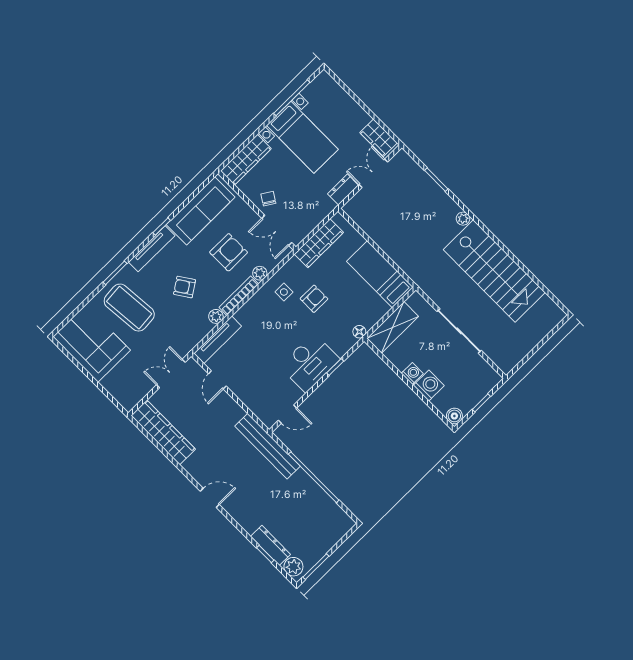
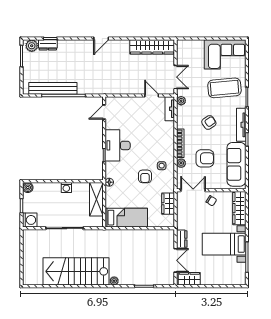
wardrobe: (319, 243) -> (168, 204), width x0.67
armchair: (229, 252) -> (205, 158), turned -90
plant: (216, 316) -> (181, 101), moved
tv unit: (218, 340) -> (170, 109), width x0.71
washing machine: (429, 386) -> (30, 220), moved, turned -90
bench: (267, 446) -> (53, 88), moved
dresser: (270, 545) -> (48, 45), width x0.70

